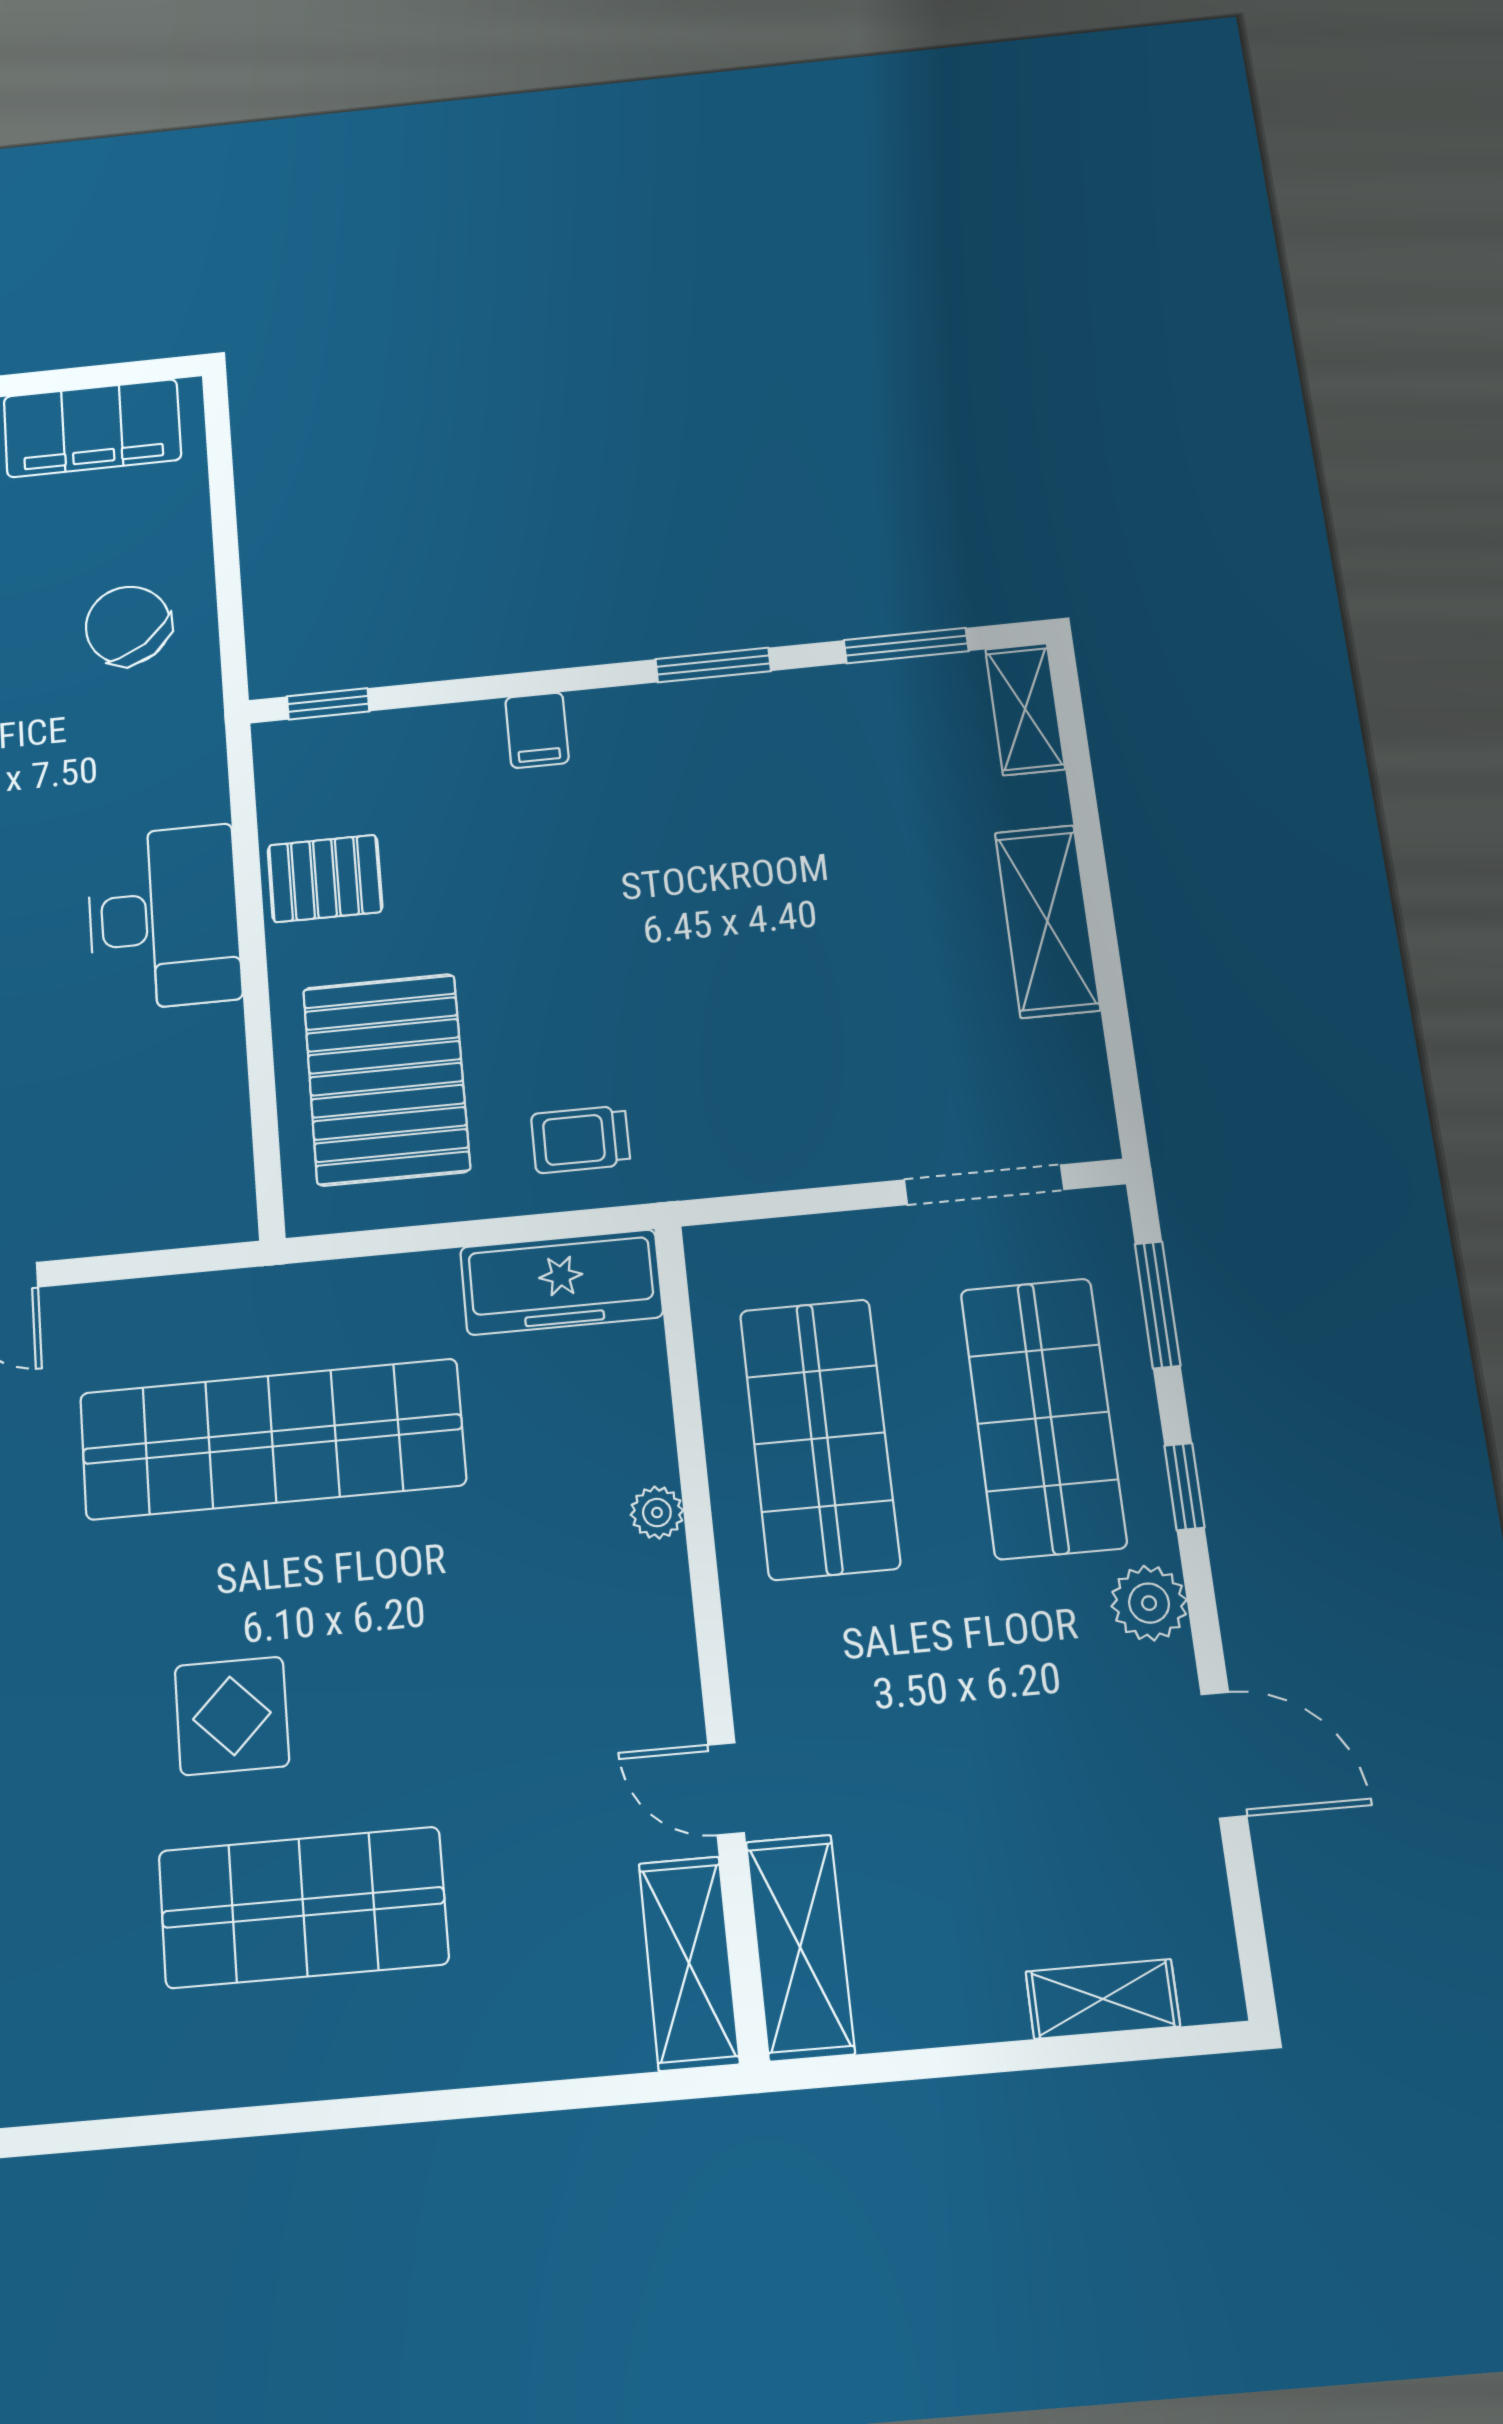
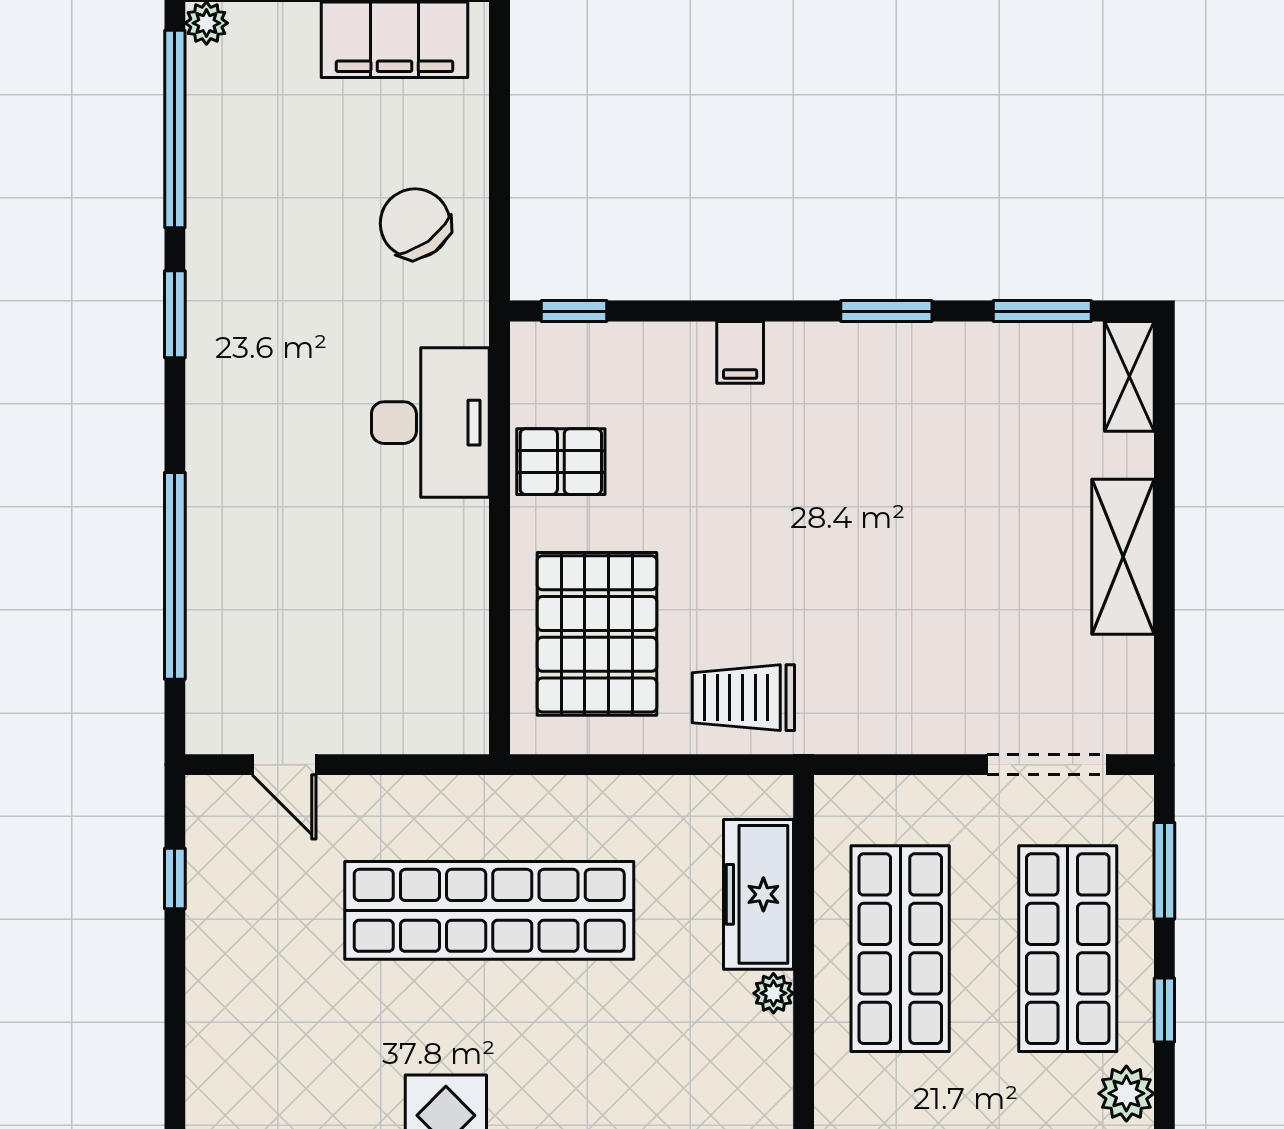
desk: (164, 918) -> (430, 423), moved
trolley: (580, 1139) -> (743, 698), width x1.36, depth x1.39
freezer: (561, 1282) -> (758, 894), moved, turned 90

